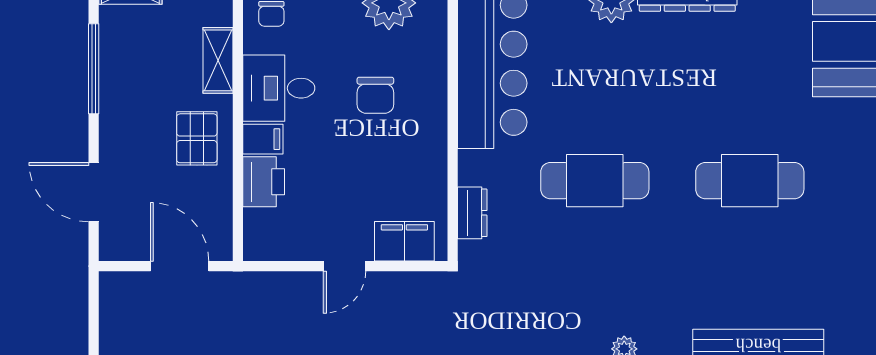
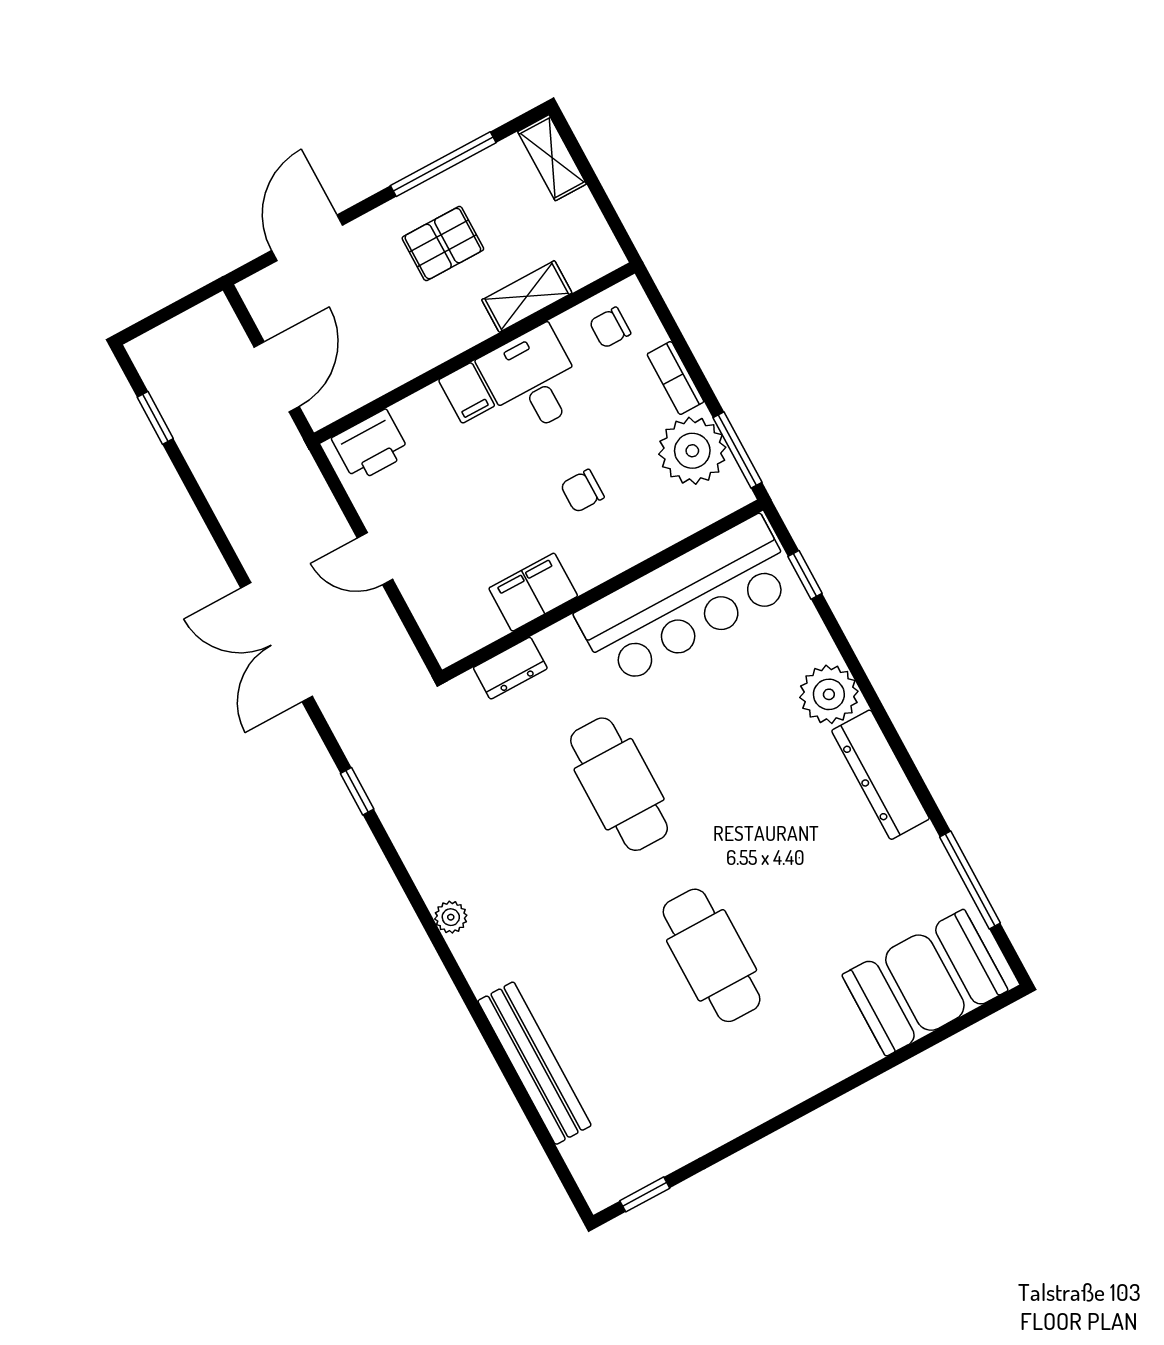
chair: (375, 95) -> (582, 491), width x0.73, depth x0.73
pallet: (197, 138) -> (443, 244), moved
printer: (264, 182) -> (371, 446), moved
filing cabinet: (404, 241) -> (533, 592), moved, turned -90

